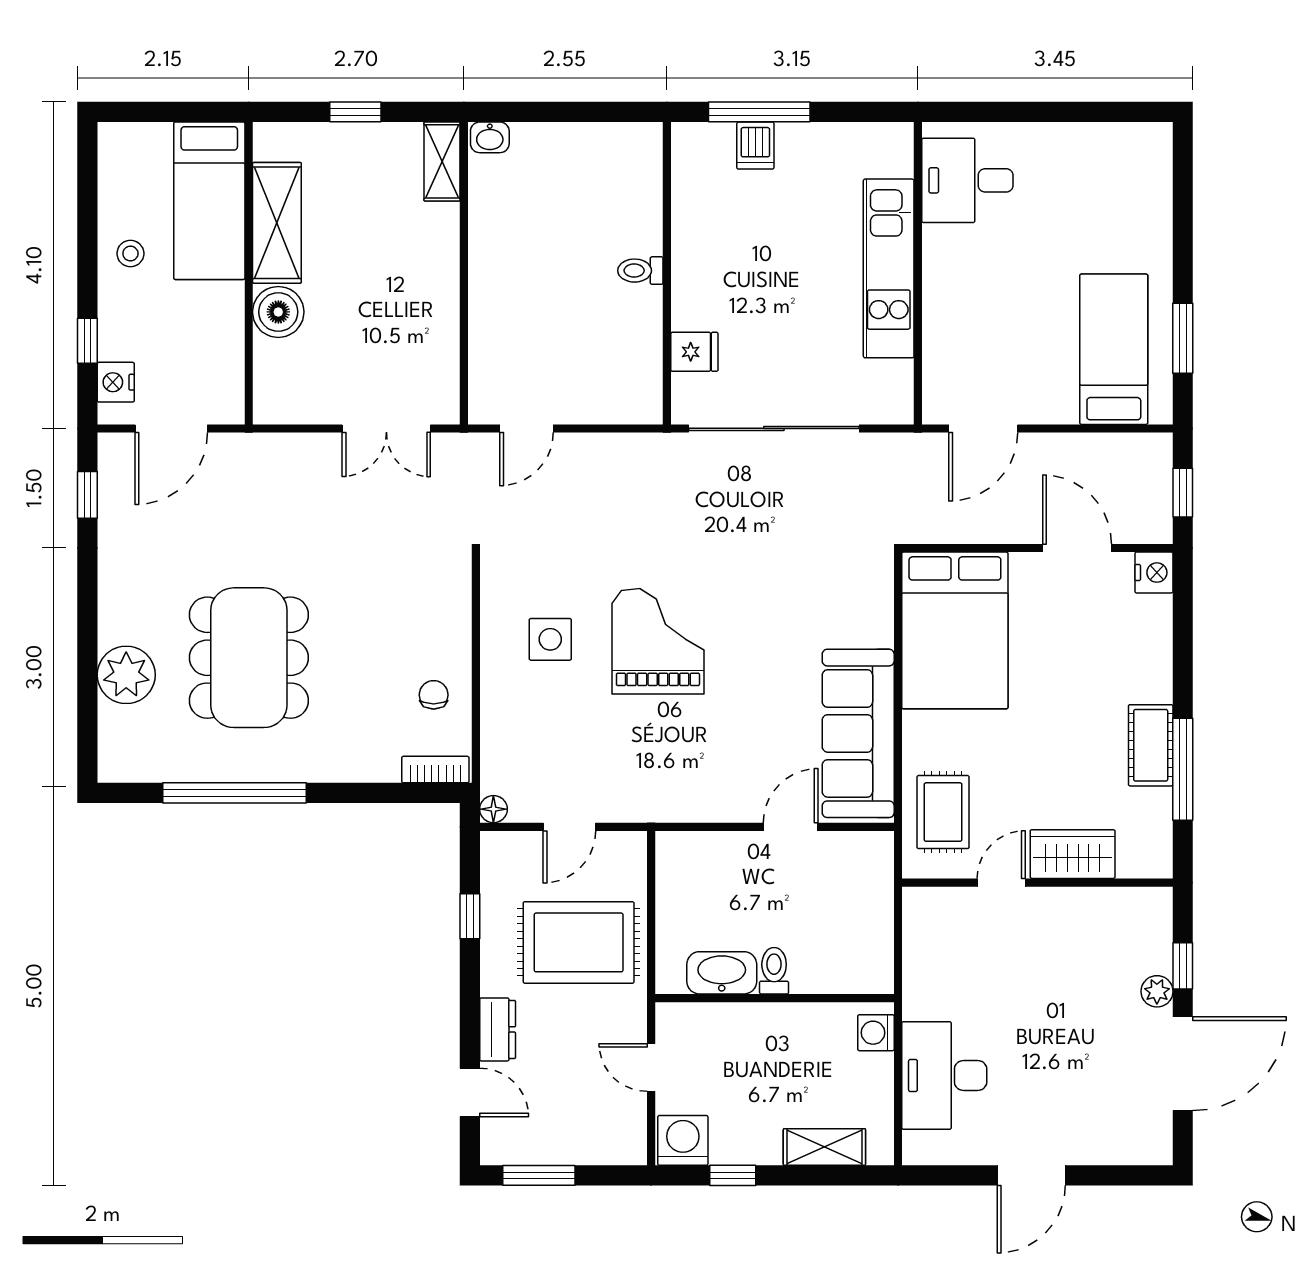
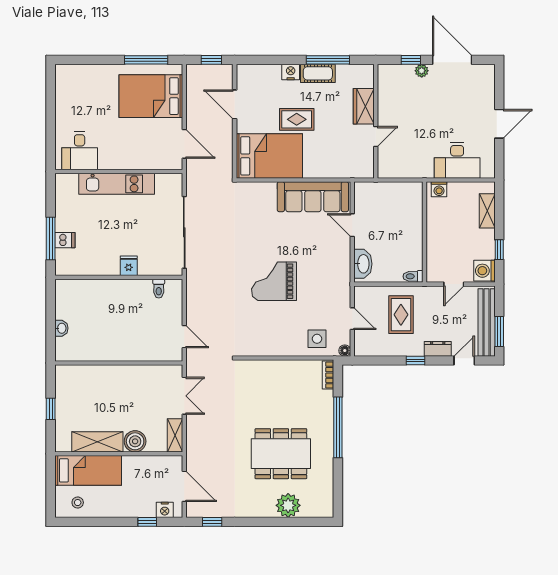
washbasin: (490, 137) -> (61, 328), moved
shelving: (442, 161) -> (175, 435), moved, turned 90
stool: (130, 254) -> (78, 503), moved
toilet: (640, 271) -> (159, 289), moved
window: (1183, 338) -> (146, 60), width x1.44
bed: (1114, 349) -> (151, 96), width x1.50
fridge: (694, 352) -> (129, 266), moved
door: (1077, 548) -> (235, 104), hinge flipped
nightstand: (1154, 573) -> (291, 72), moved
side table: (550, 639) -> (317, 339), moved
chair: (434, 695) -> (297, 376), removed
window: (234, 793) -> (338, 427), moved
rug: (943, 812) -> (297, 119), moved
door: (1001, 883) -> (376, 136), swing flipped
window: (470, 916) -> (416, 361), moved
rug: (579, 942) -> (401, 315), width x0.73, depth x0.70
toilet: (774, 971) -> (413, 276), moved
washbasin: (722, 973) -> (363, 264), moved, turned 180
bench: (560, 1145) -> (487, 323), added
door: (1031, 1175) -> (499, 124), hinge flipped

